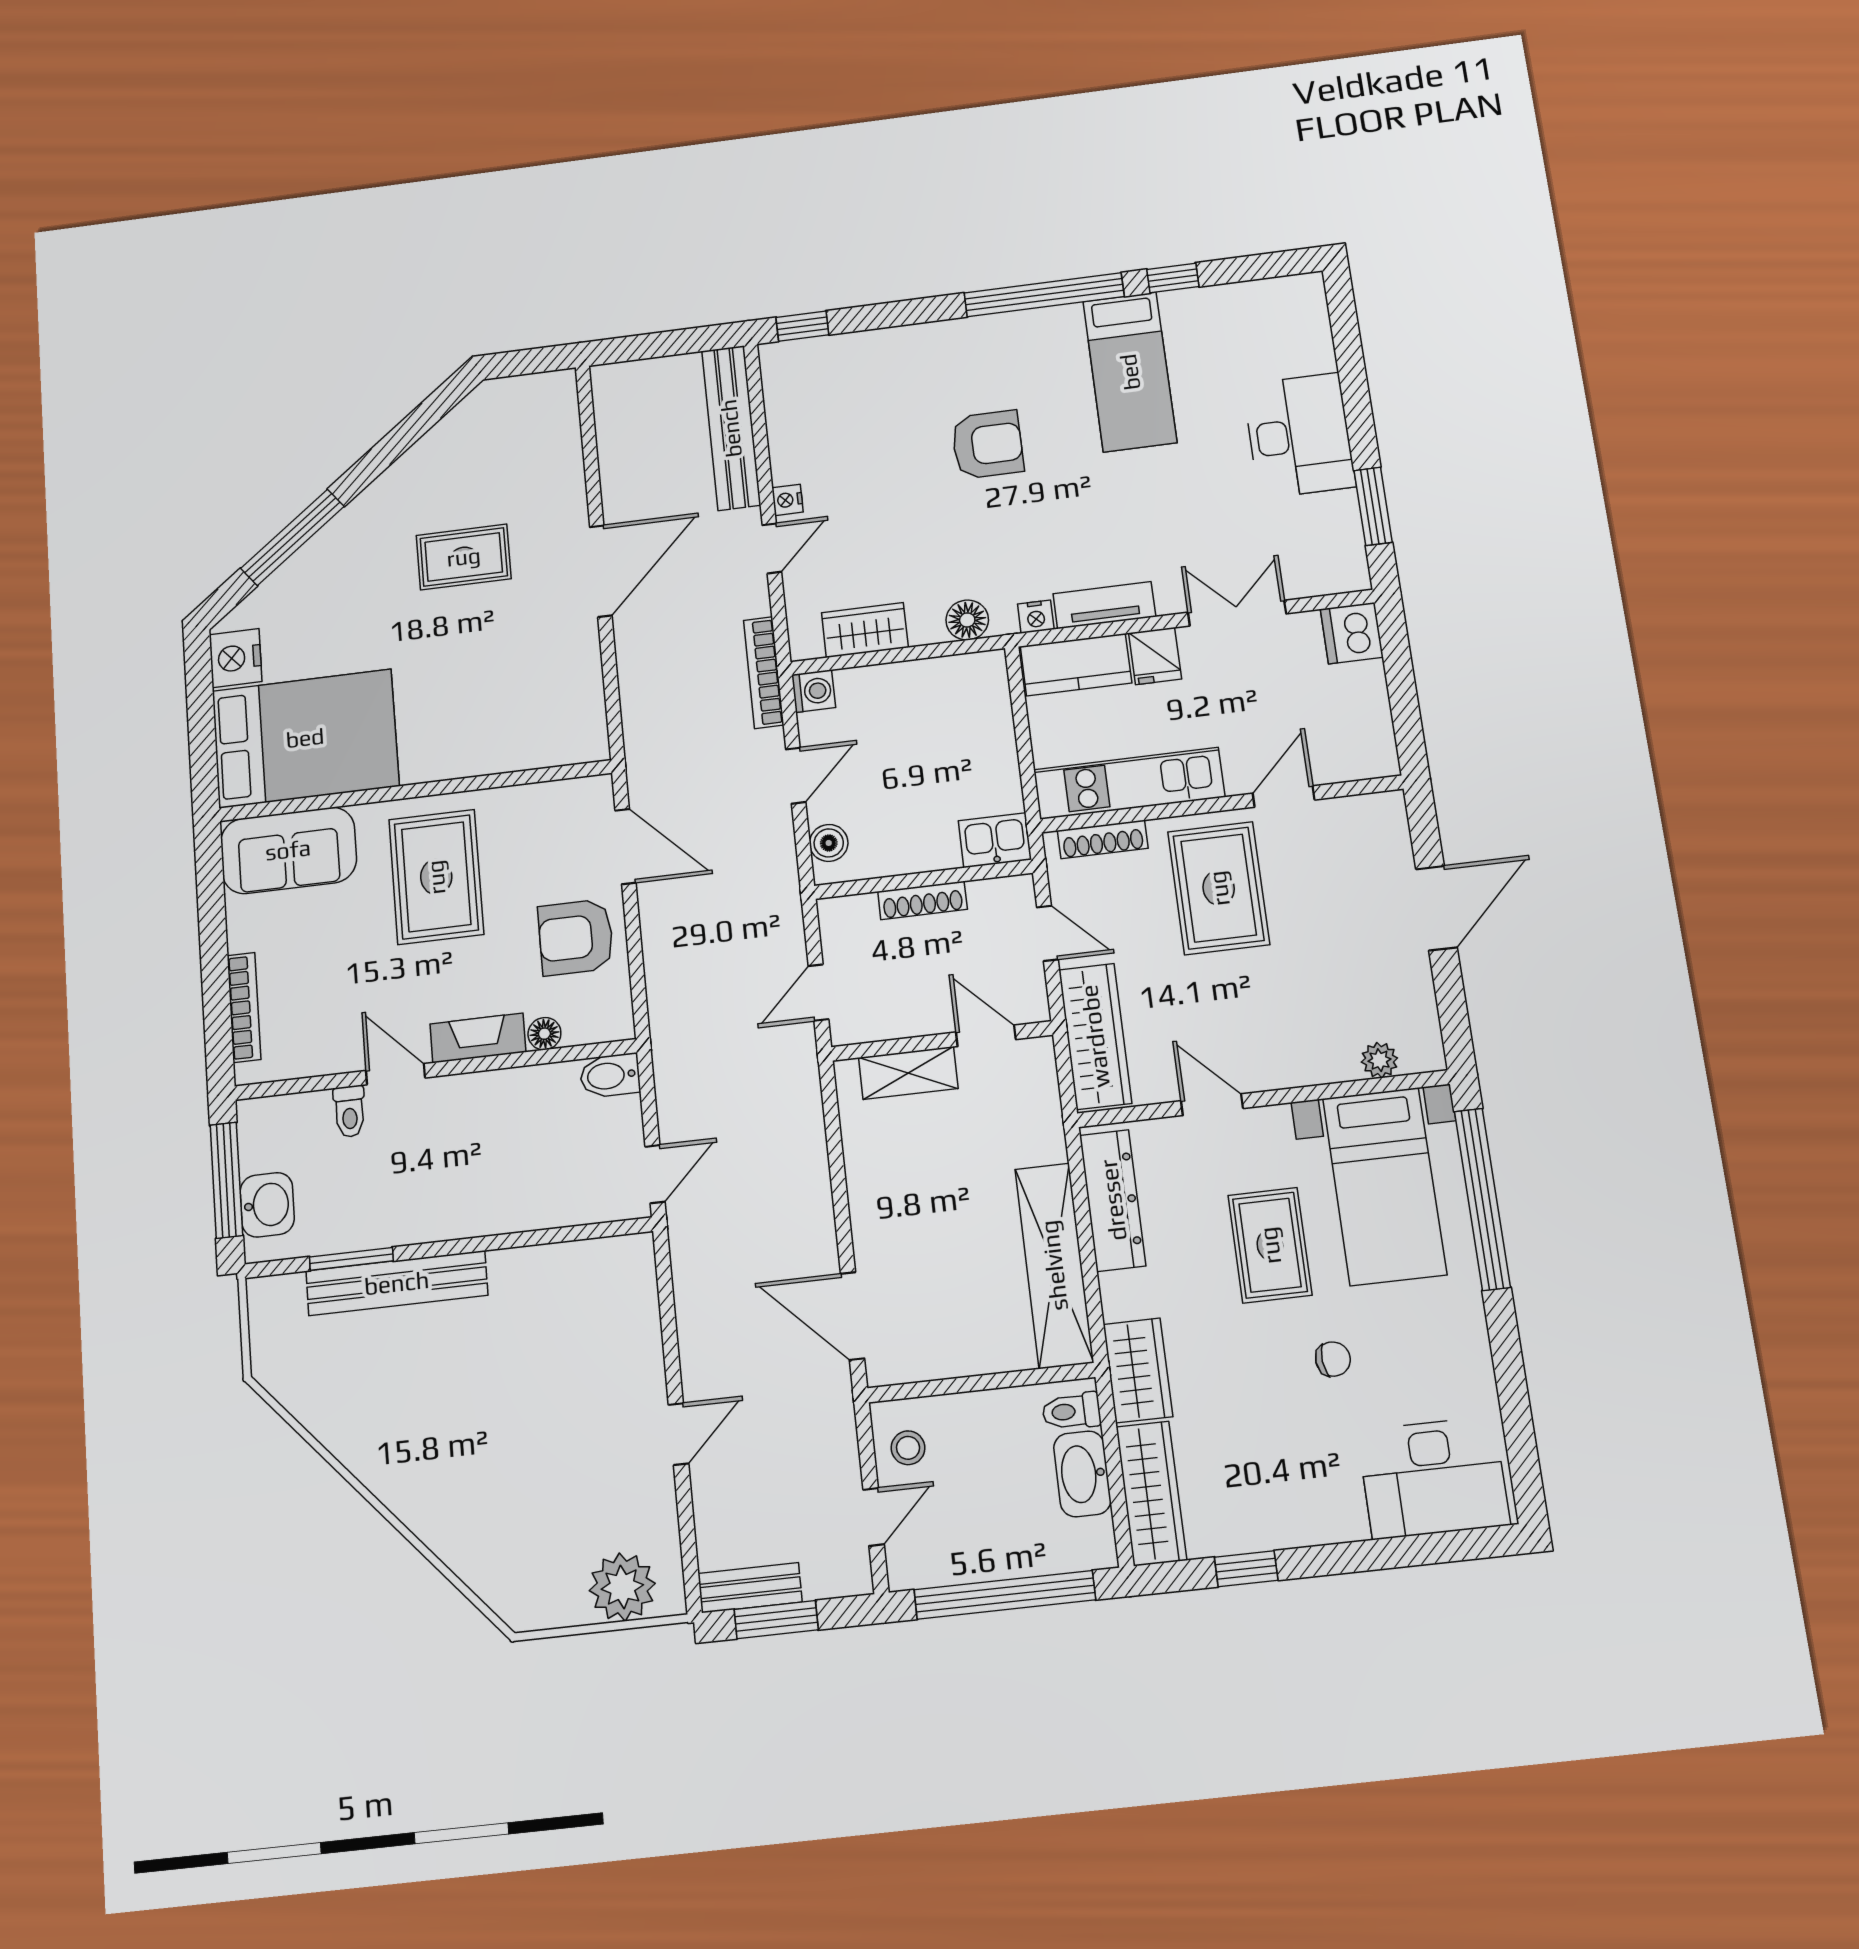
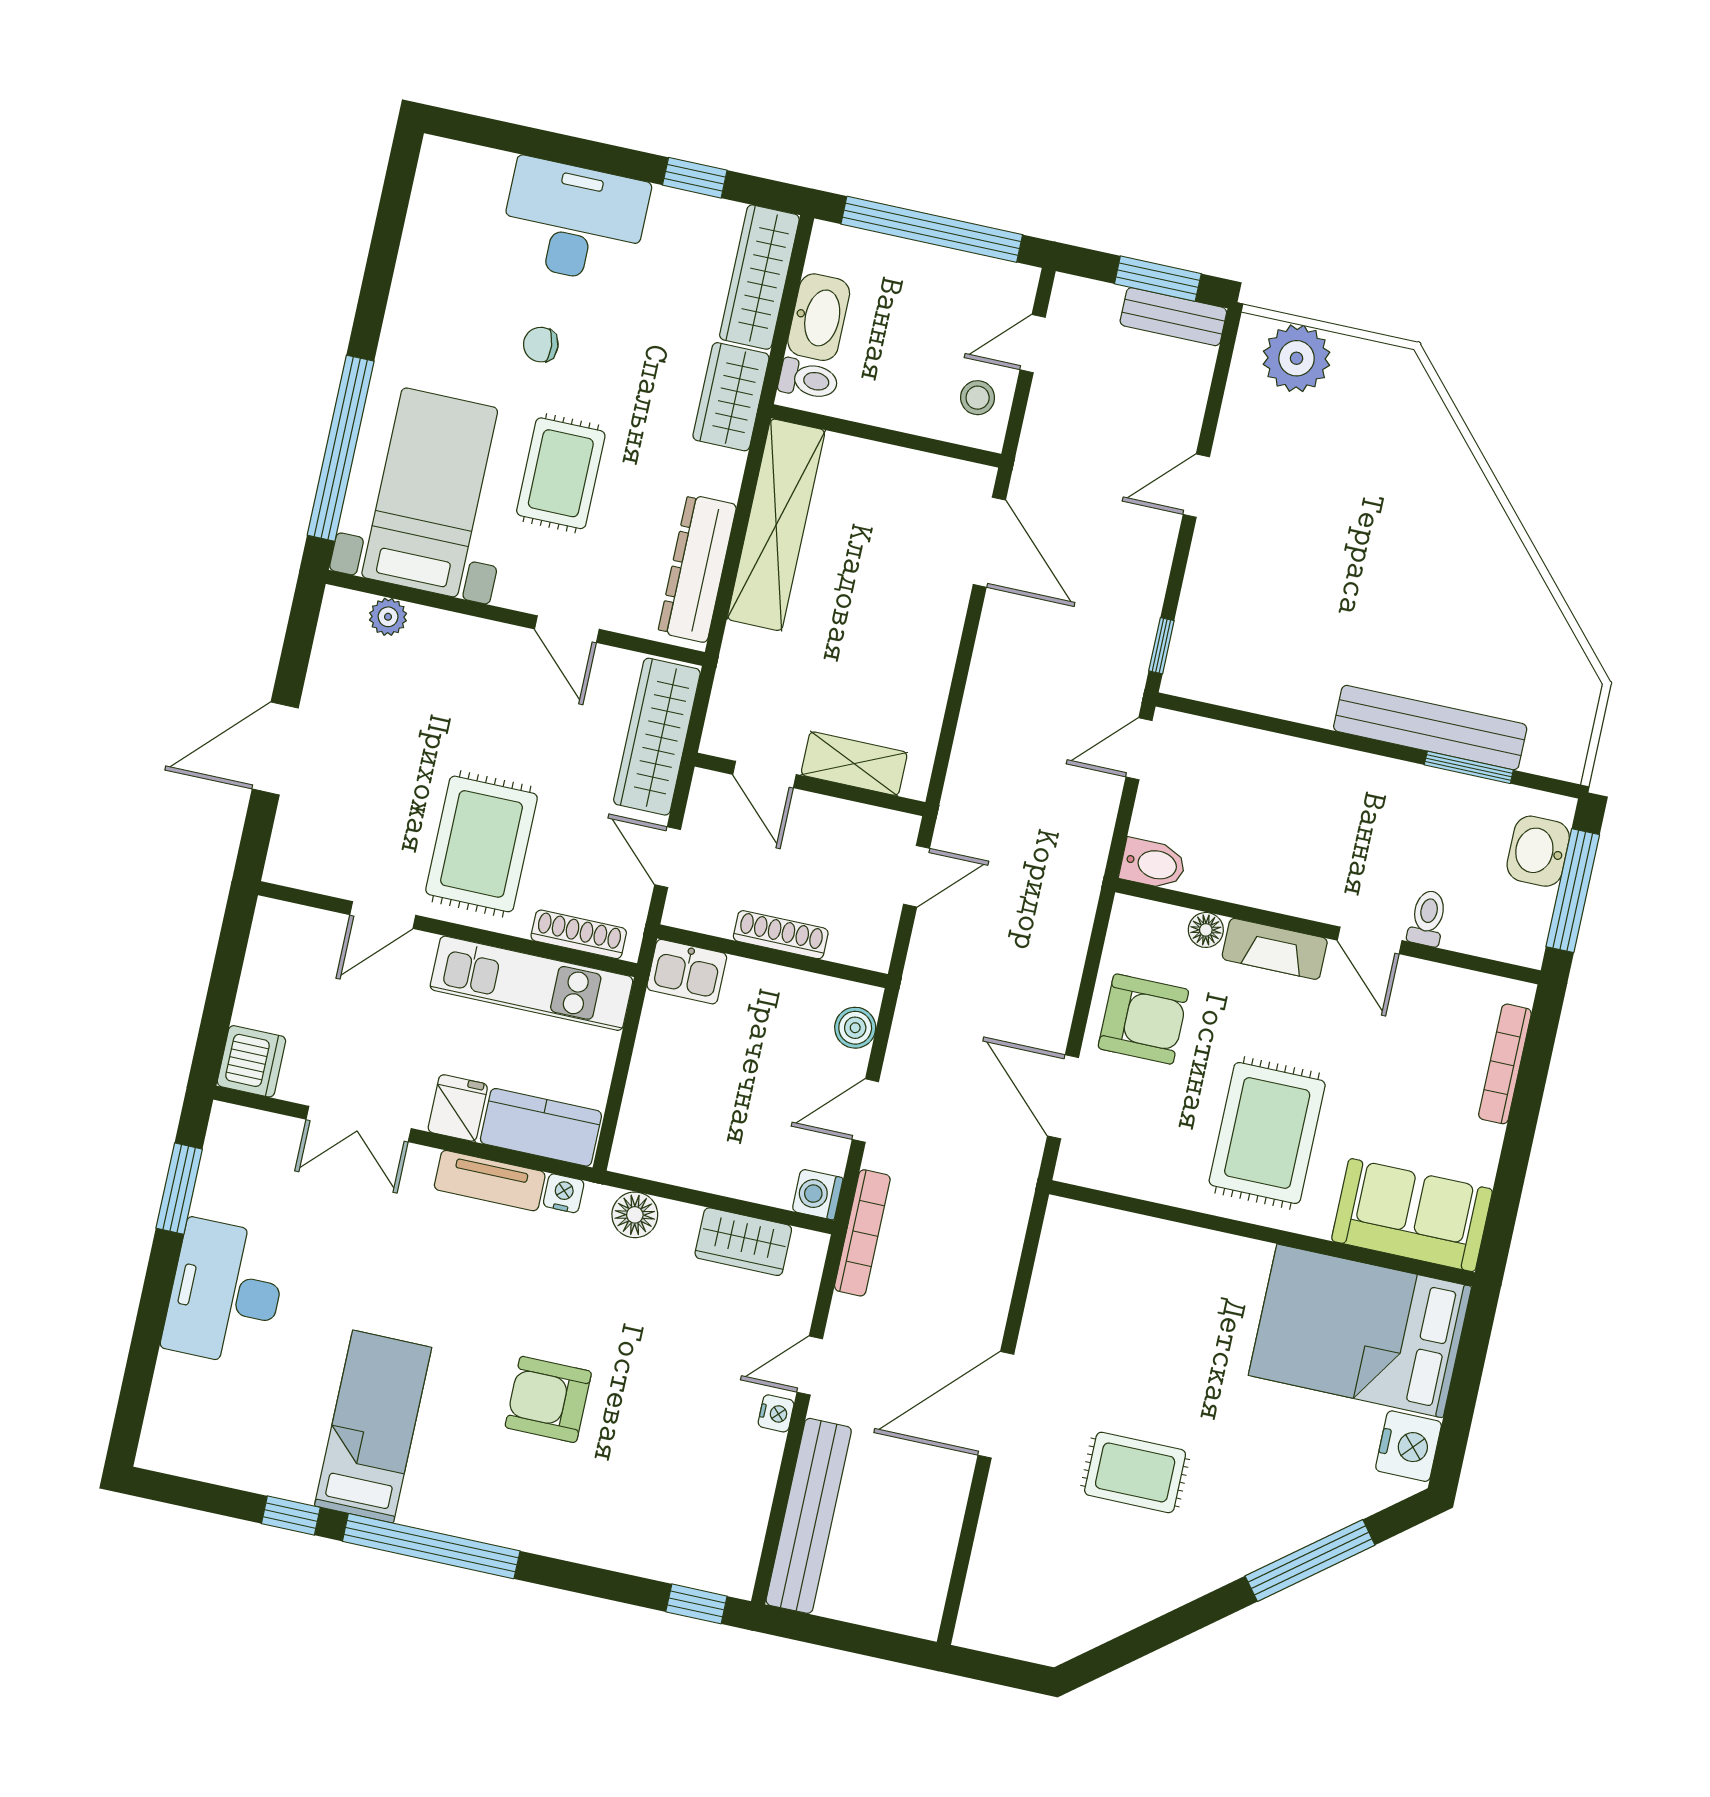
window: (664, 1275) -> (1161, 646), added
desk: (1433, 1478) -> (574, 221), moved

